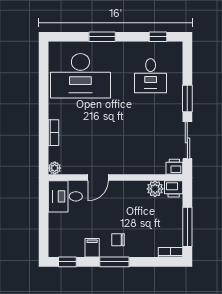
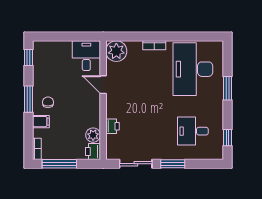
bookcase: (53, 133) -> (154, 45), moved
printer: (174, 167) -> (112, 126), moved
plant: (55, 168) -> (116, 51), width x1.88, depth x1.88
filing cabinet: (92, 248) -> (41, 122), moved

